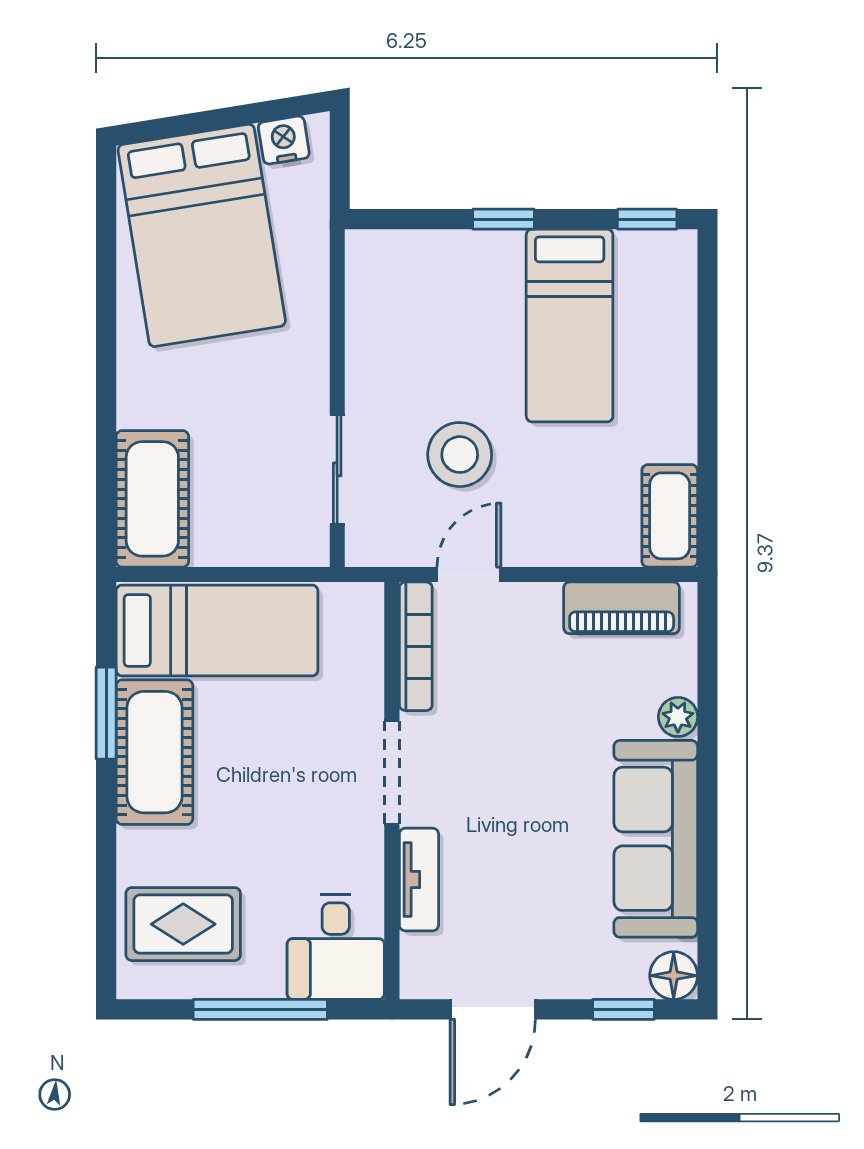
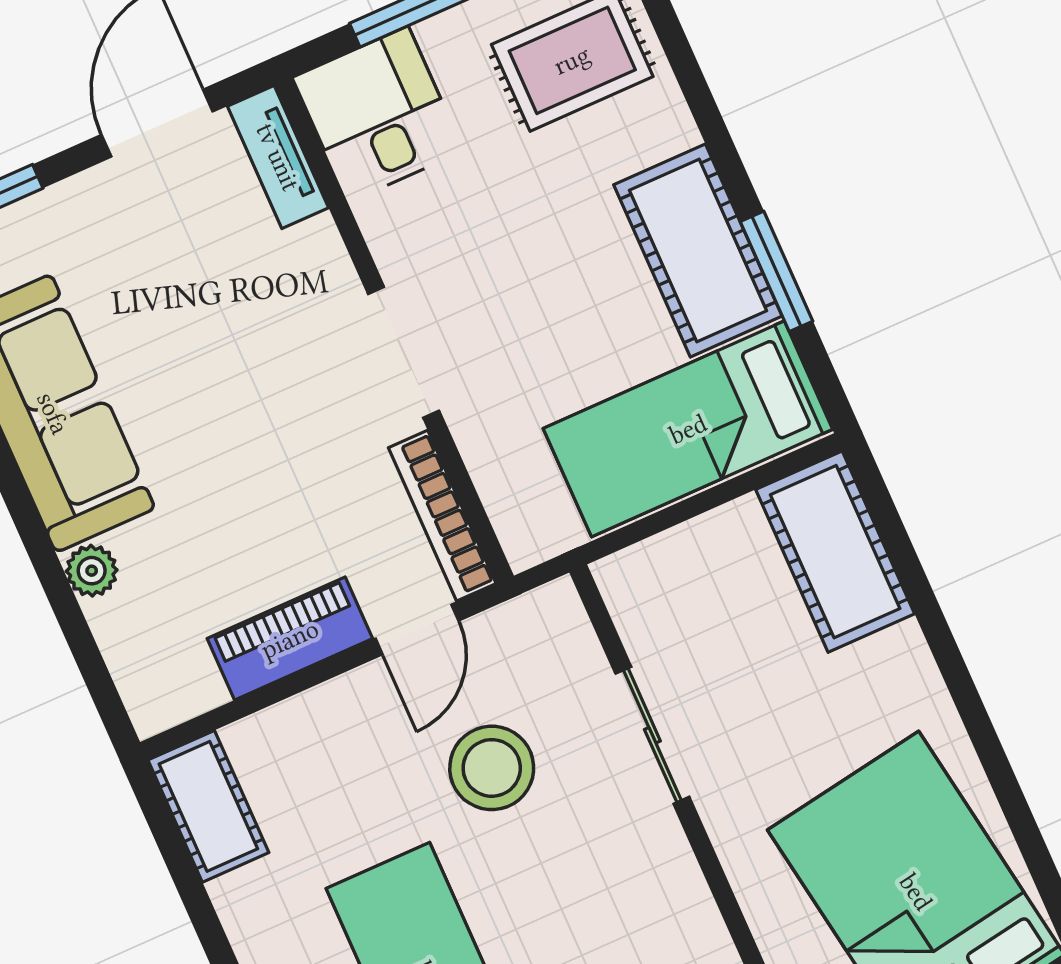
sliding door: (337, 469) -> (652, 735), moved
piano: (622, 608) -> (290, 639), moved
tv unit: (419, 879) -> (278, 157), moved

